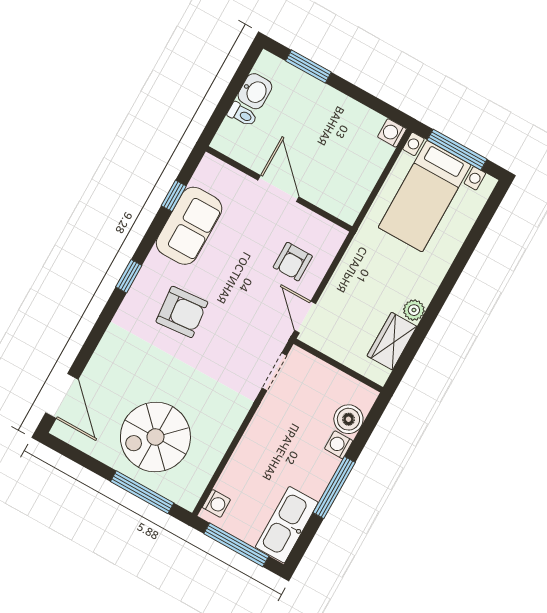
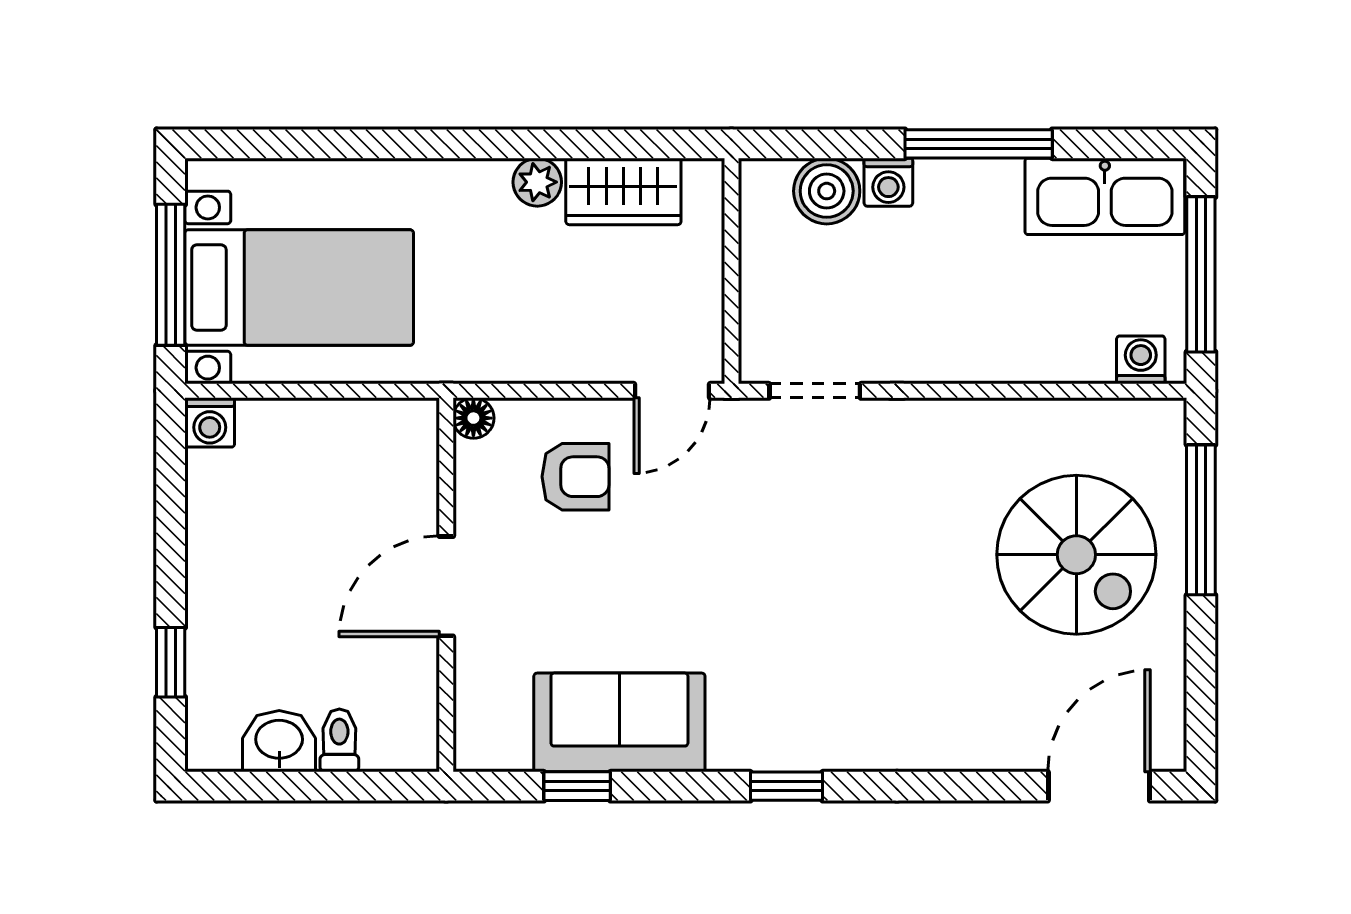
window: (308, 67) -> (171, 662), width x0.67
floor lamp: (337, 235) -> (473, 418), added
armchair: (182, 312) -> (799, 641), removed

